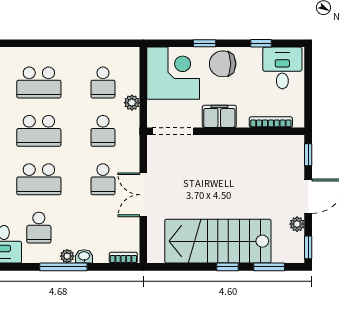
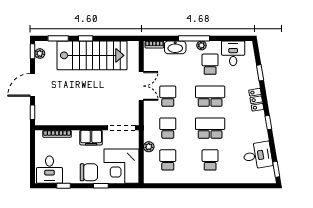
school desk: (39, 82) -> (210, 160), width x0.54
plant: (297, 224) -> (40, 54), moved
plant: (67, 256) -> (201, 45), moved
washbasin: (84, 256) -> (175, 47), width x1.91, depth x1.45

